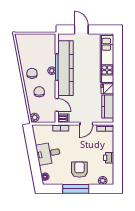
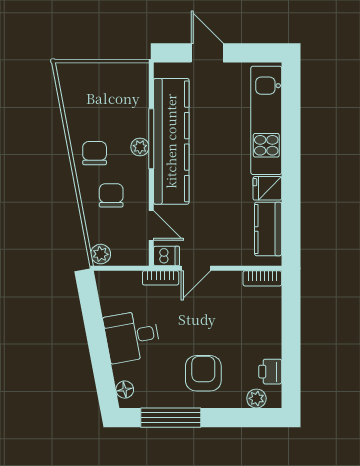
door: (86, 124) -> (196, 268), moved
printer: (109, 158) -> (270, 372), moved
window: (76, 189) -> (171, 418), moved

